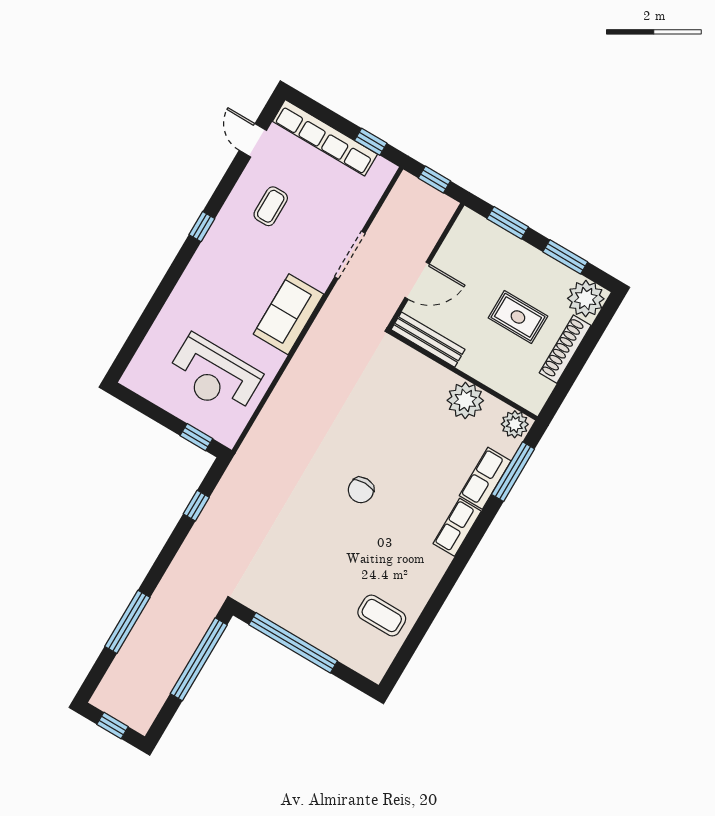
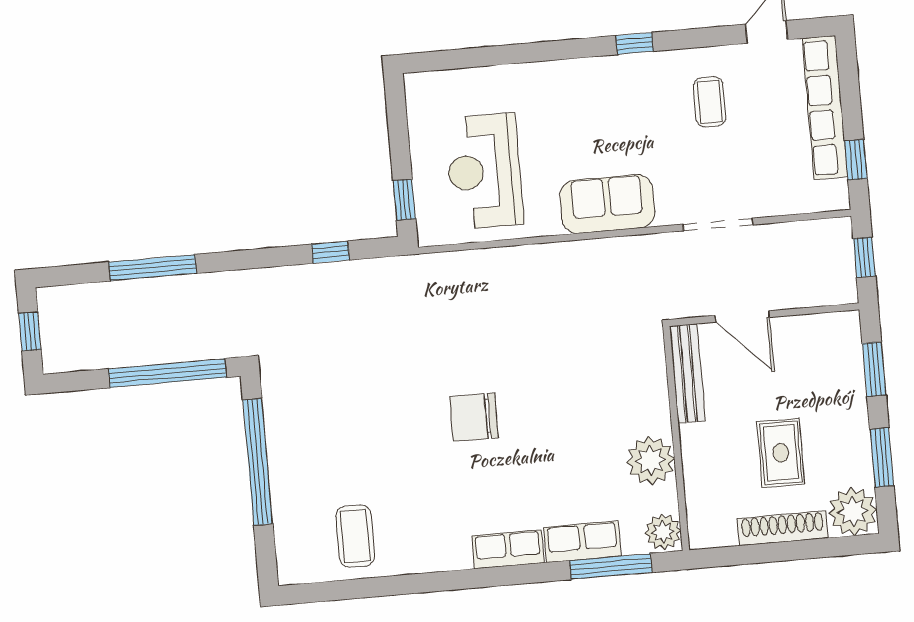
coffee table: (271, 206) -> (710, 102), turned 90
chair: (361, 490) -> (474, 417), width x1.37, depth x1.37

